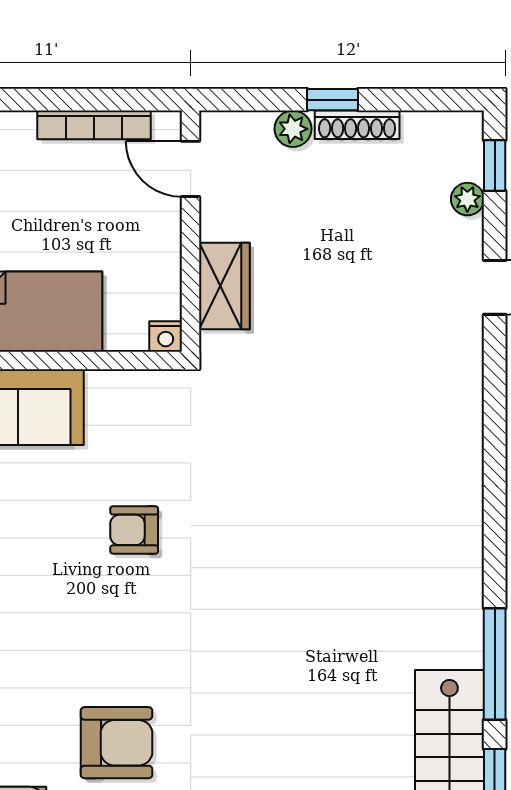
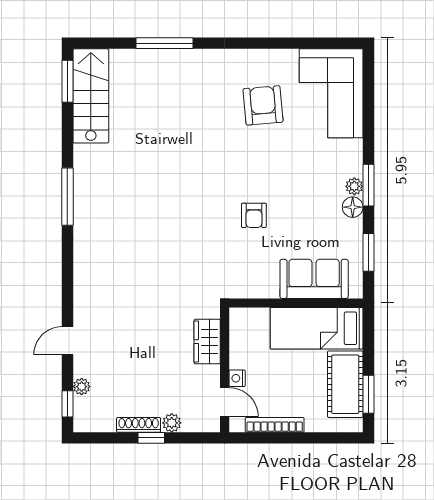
nightstand: (166, 337) -> (237, 378), moved, turned -90
armchair: (134, 530) -> (254, 215), turned 90
window: (495, 664) -> (67, 197), moved
armchair: (116, 743) -> (263, 105), turned 85

